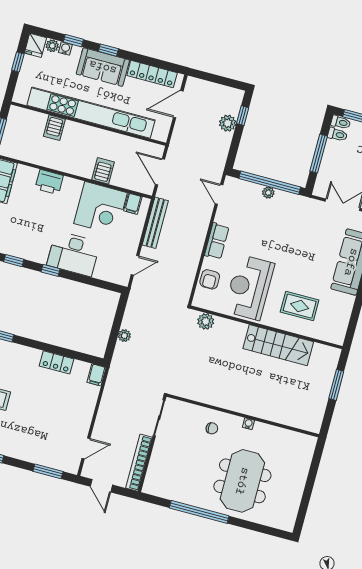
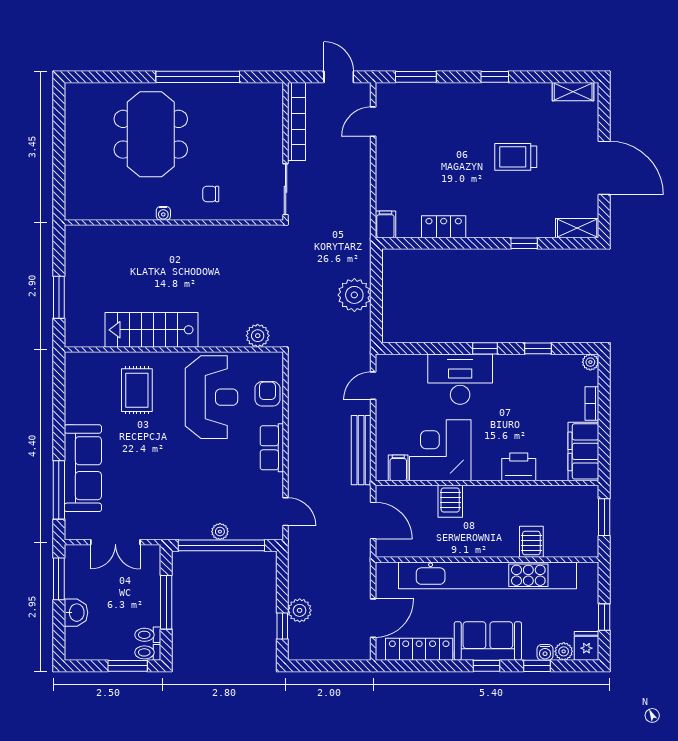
rug: (300, 306) -> (137, 390), turned 90
plant: (124, 336) -> (354, 295), width x1.87, depth x1.87

